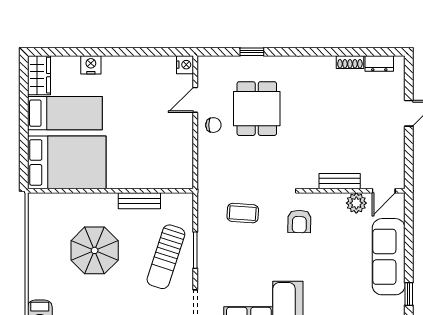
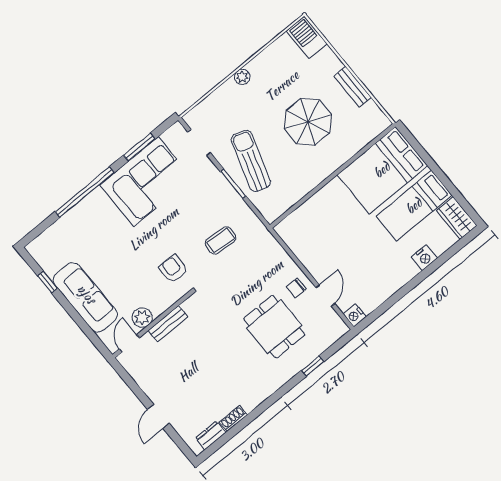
bench: (139, 201) -> (353, 87), moved, turned 90

